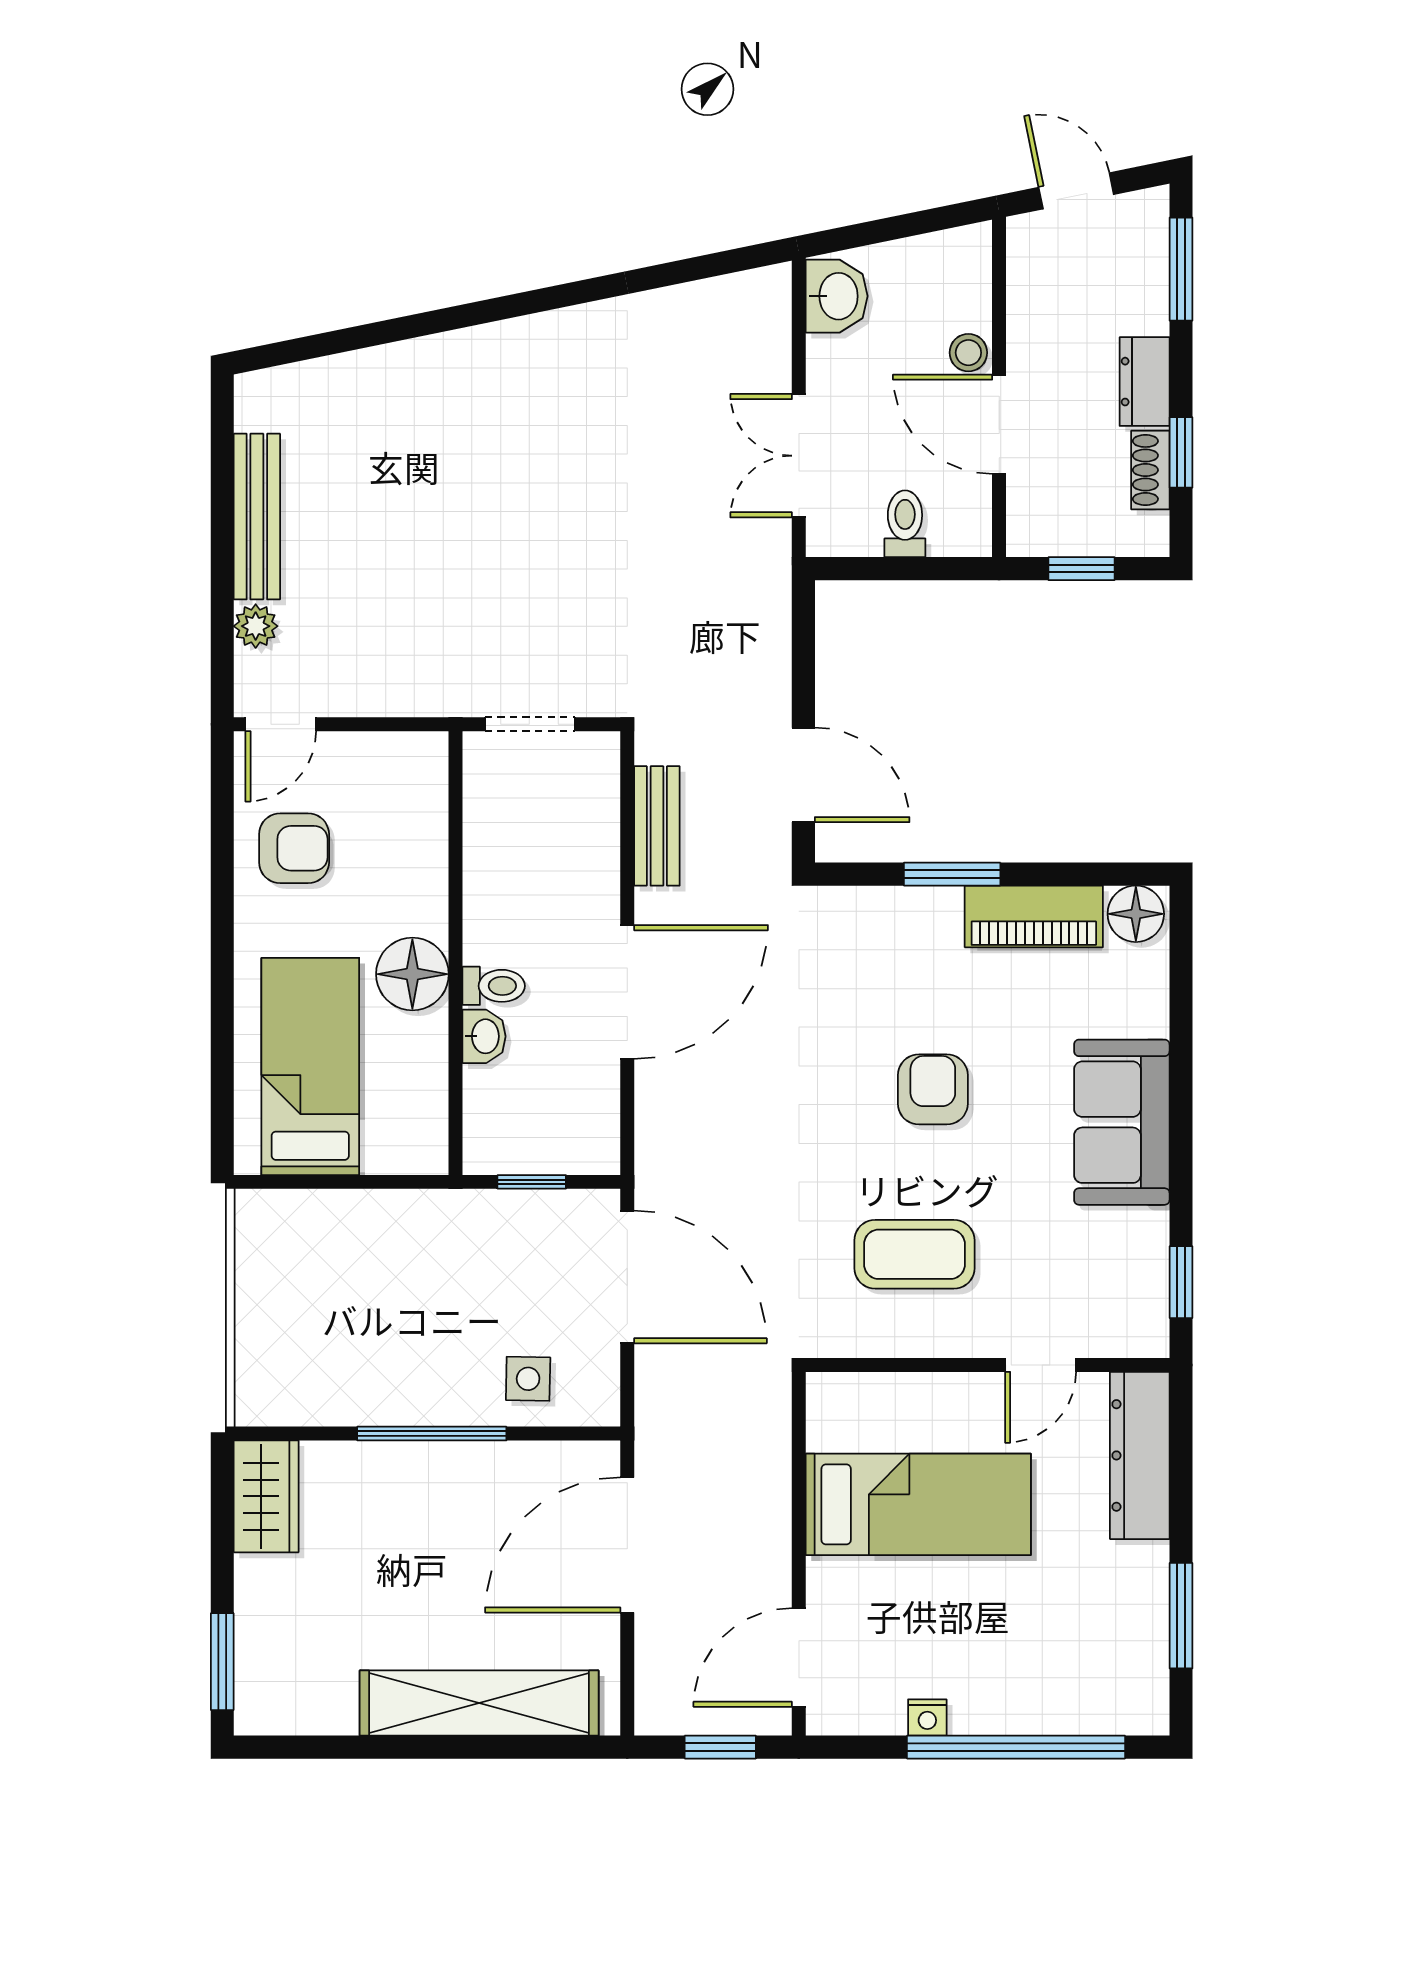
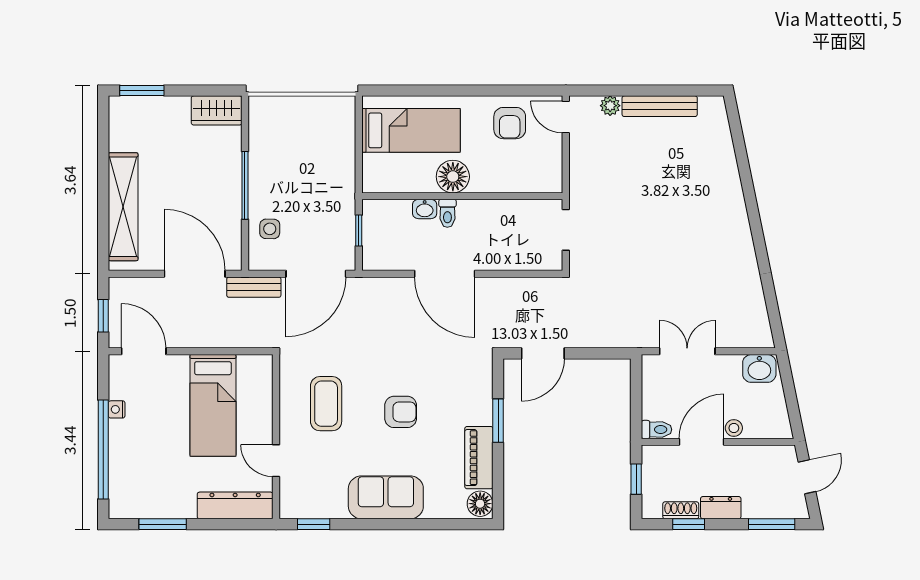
toilet: (905, 524) -> (656, 430), moved
bench: (657, 826) -> (254, 287), moved

